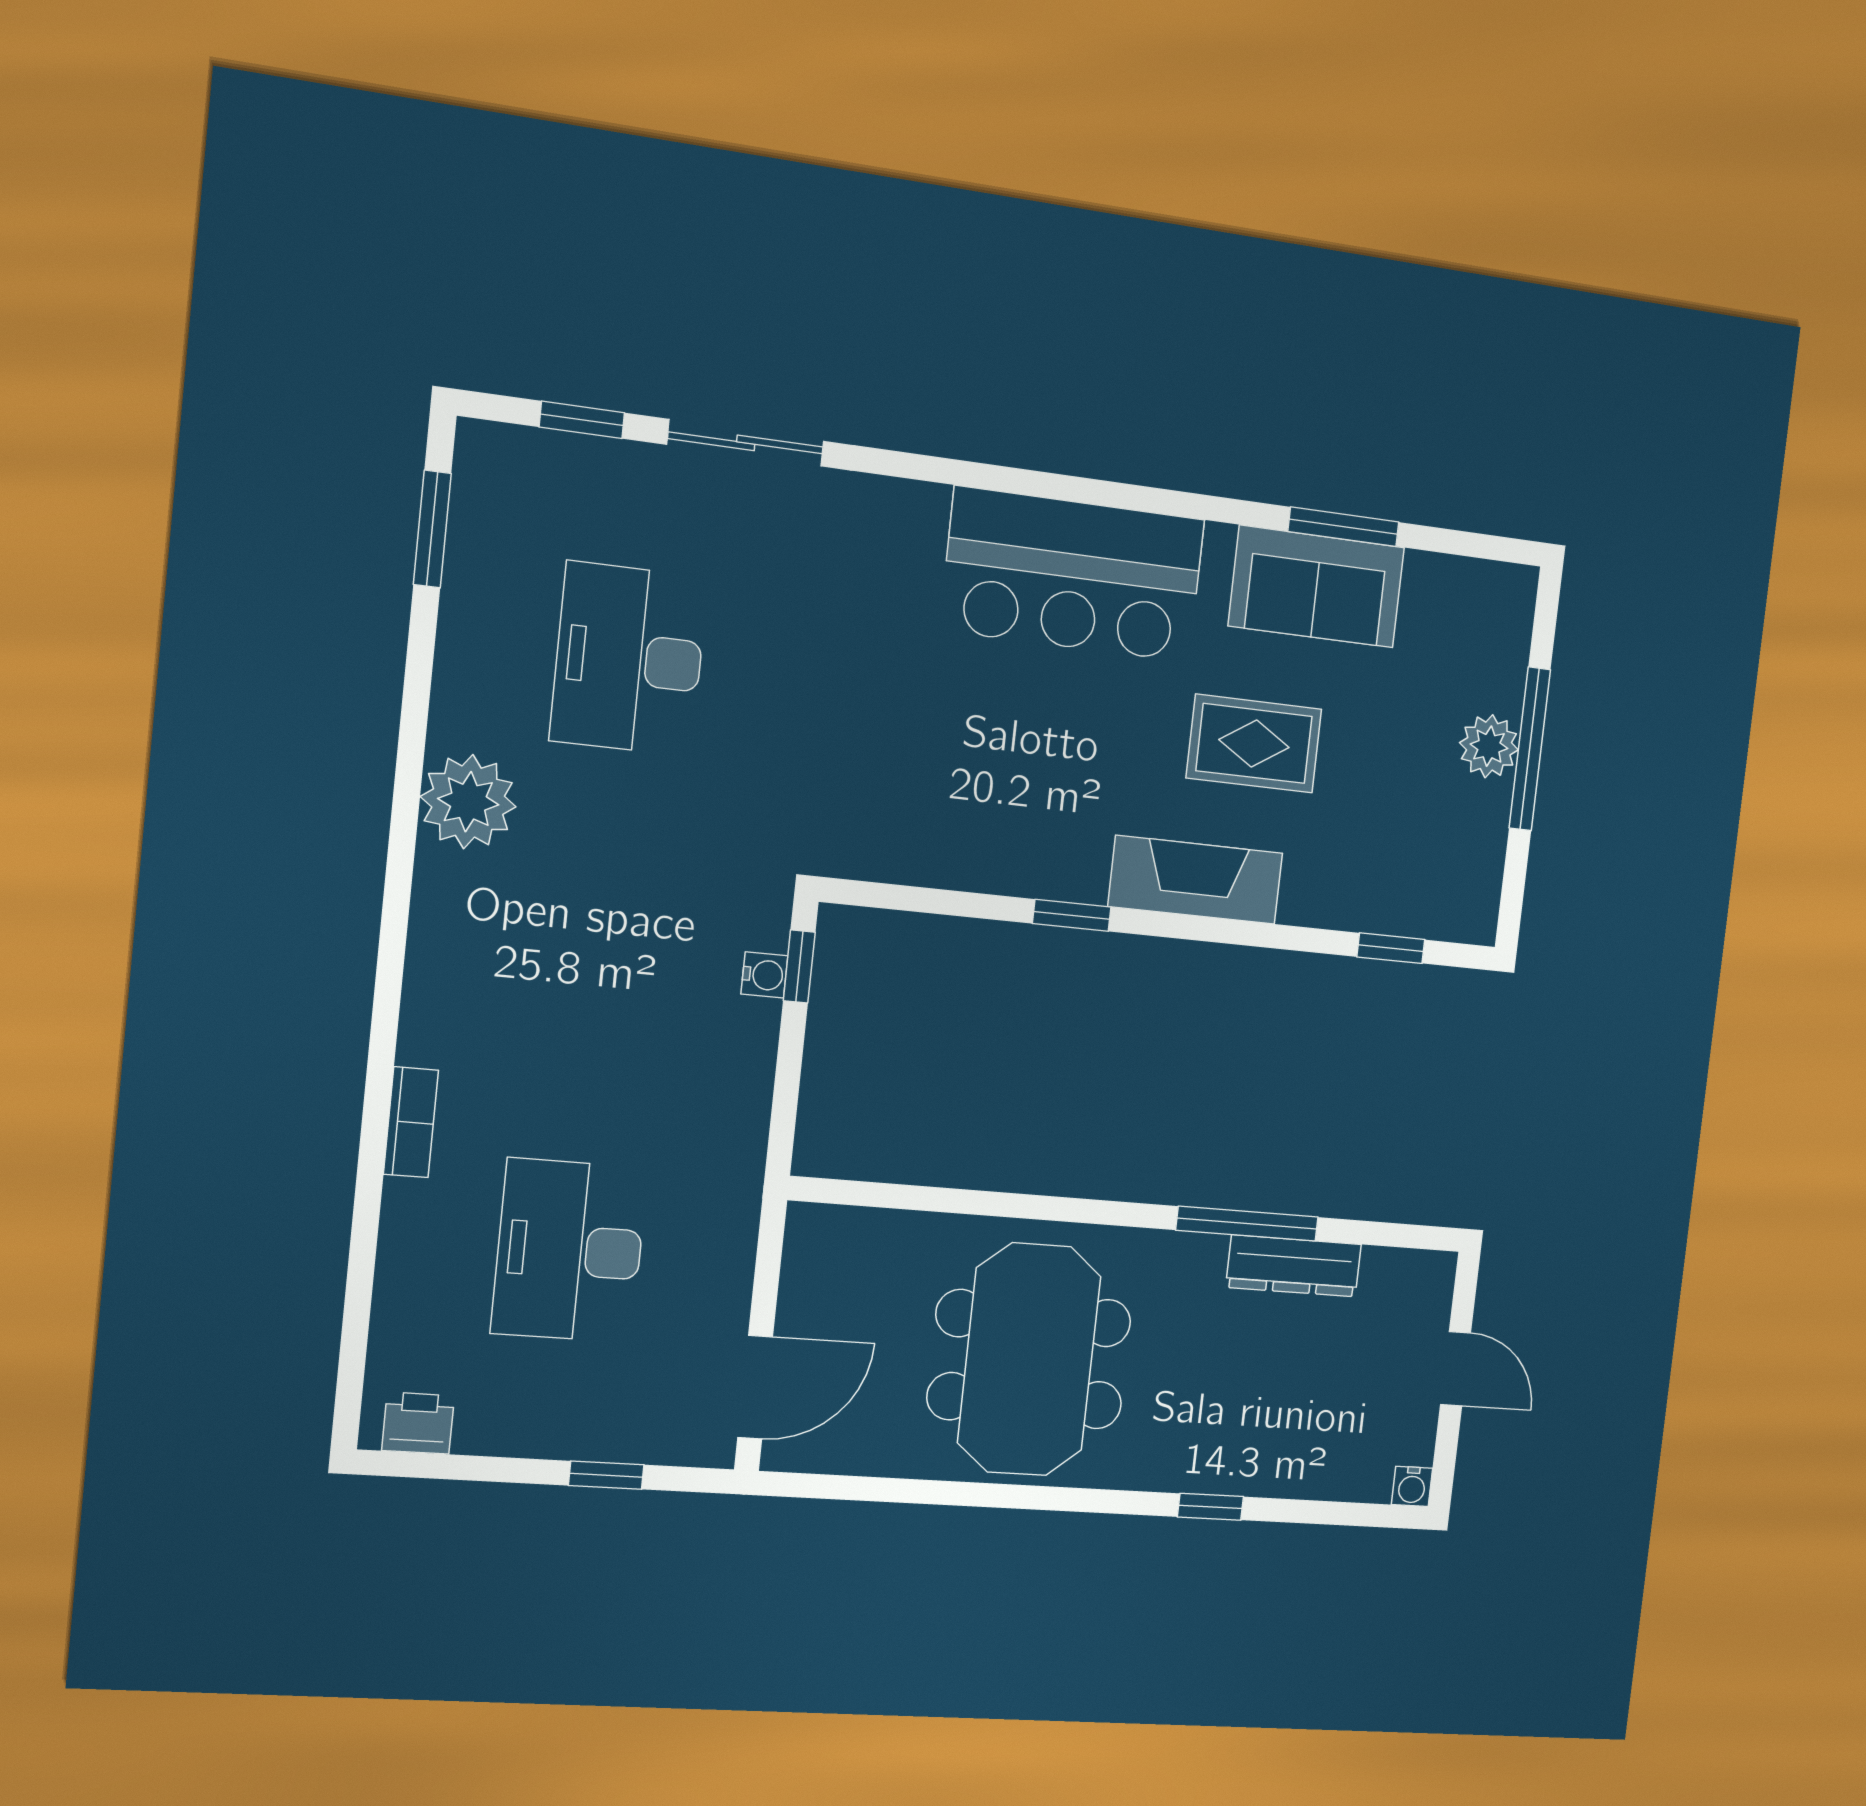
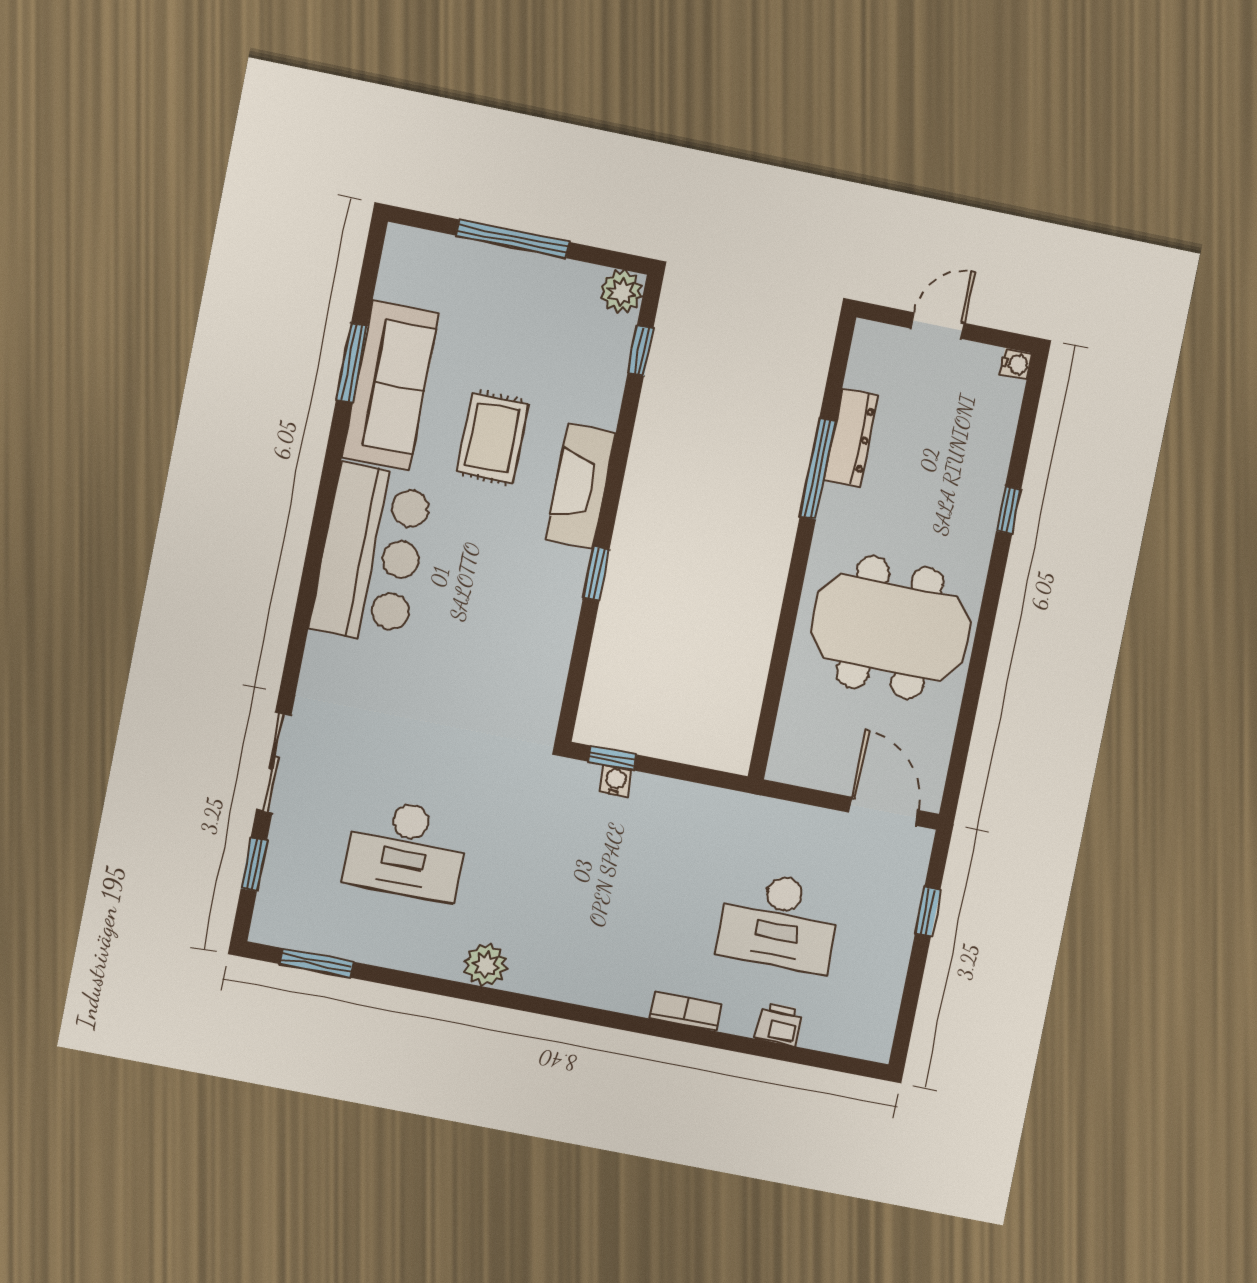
sofa: (1316, 587) -> (391, 385), width x1.36
plant: (1489, 746) -> (621, 292), moved
plant: (468, 802) -> (486, 965), width x0.73, depth x0.73
printer: (418, 1423) -> (779, 1024), moved, turned 90

